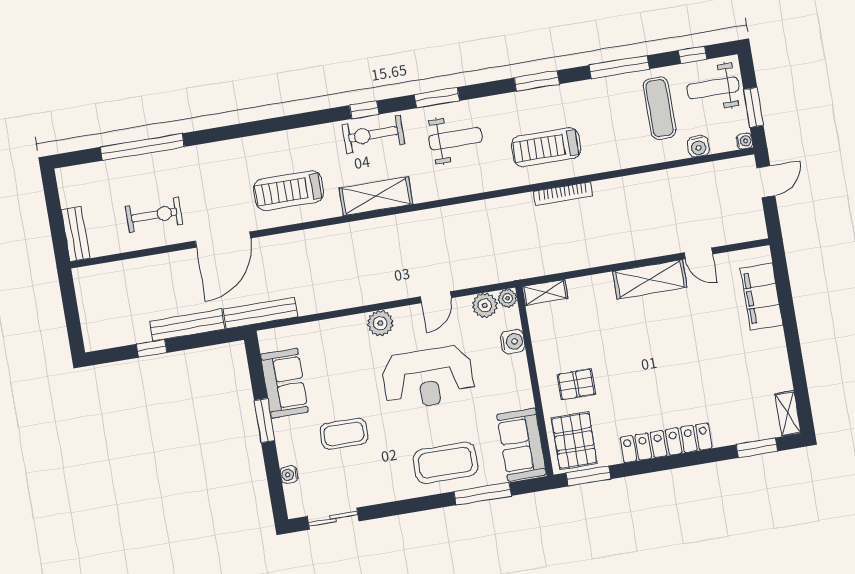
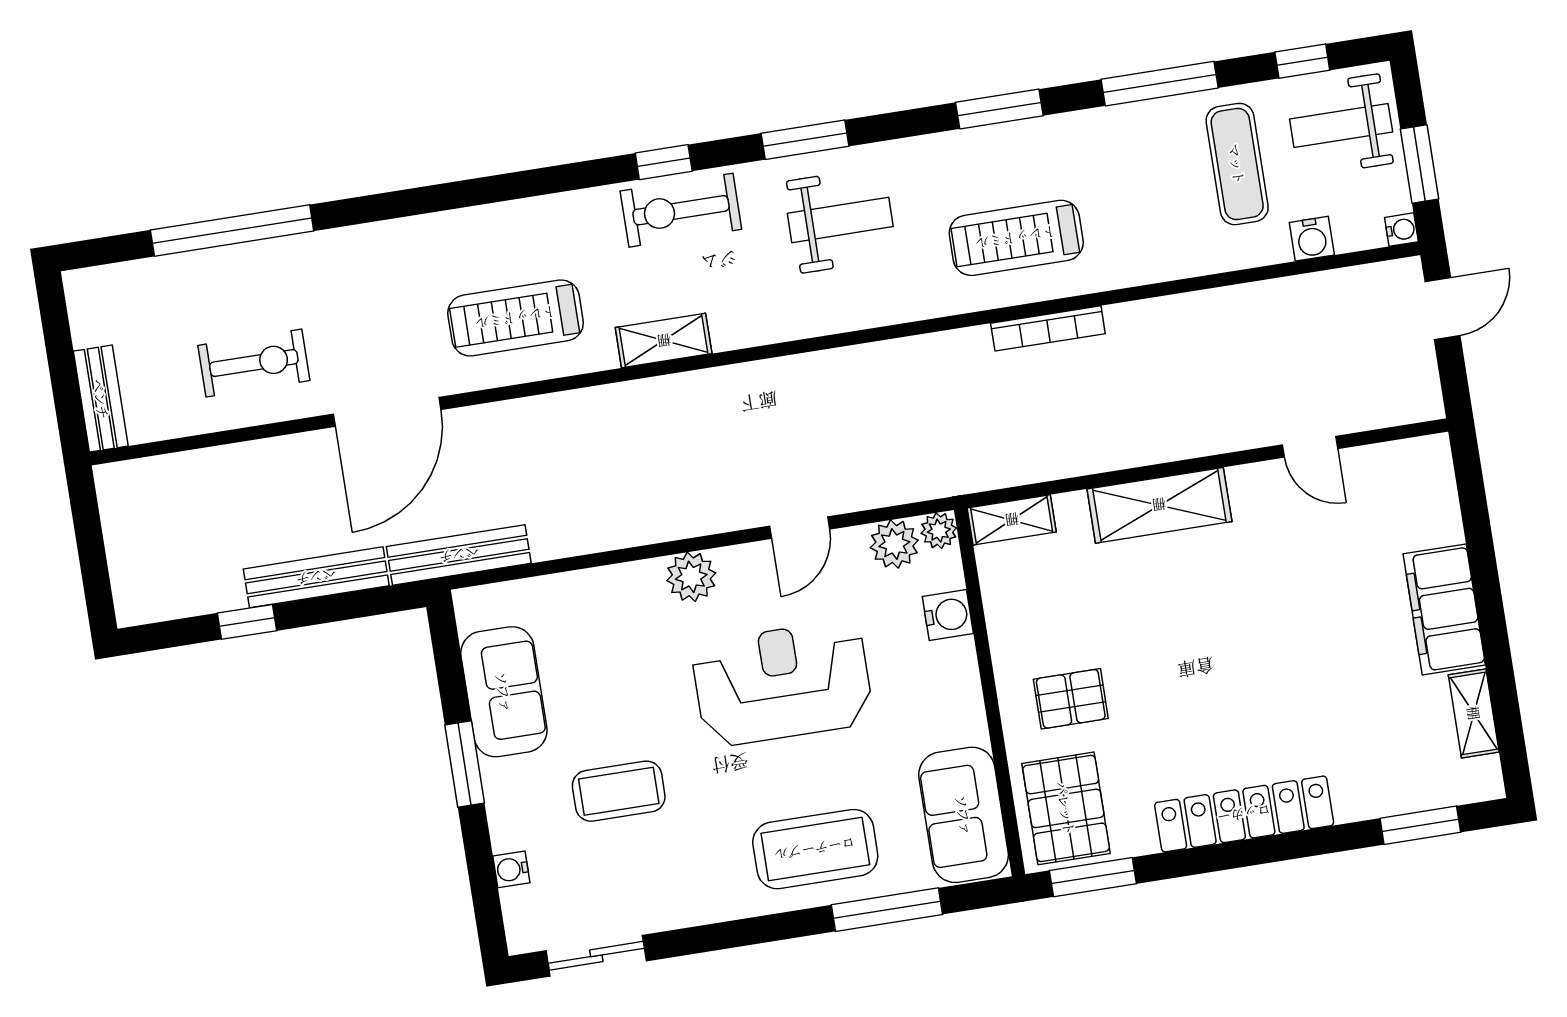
shelving: (376, 196) -> (664, 341), width x0.67, depth x0.75
shelving: (650, 279) -> (1159, 505), moved
filing cabinet: (761, 297) -> (1444, 609), moved
reception desk: (428, 378) -> (782, 683), turned 180
shelving: (788, 414) -> (1474, 713), moved

